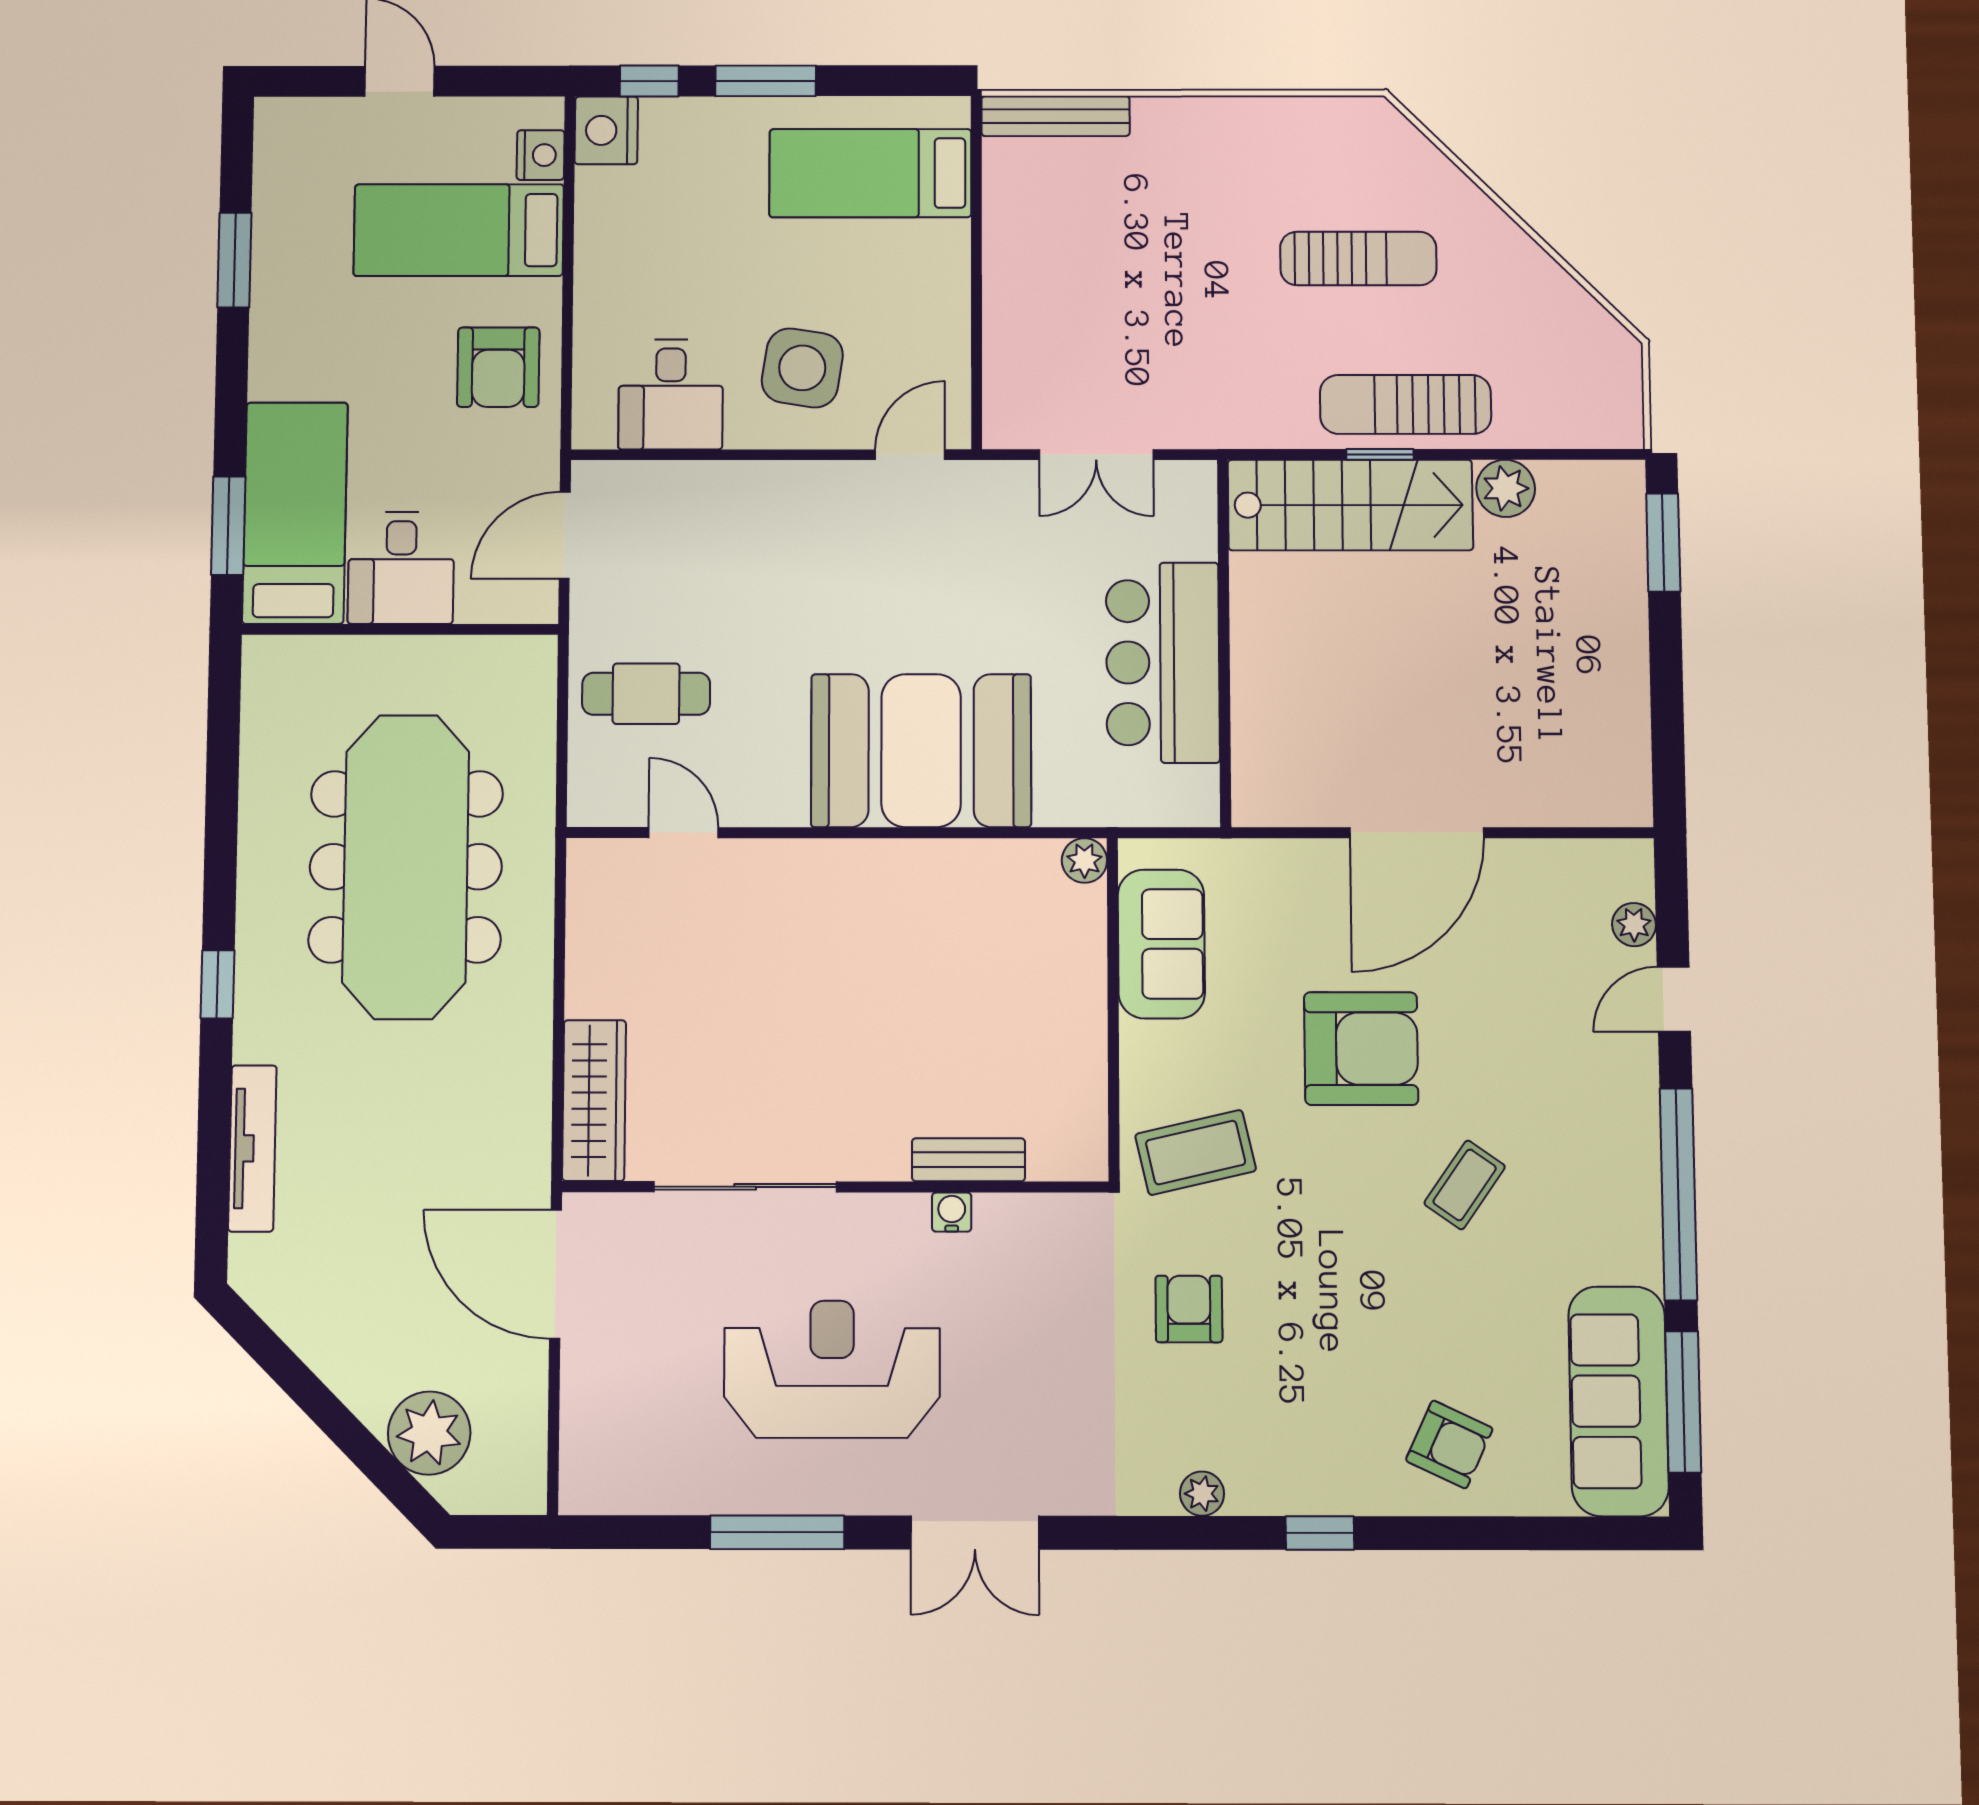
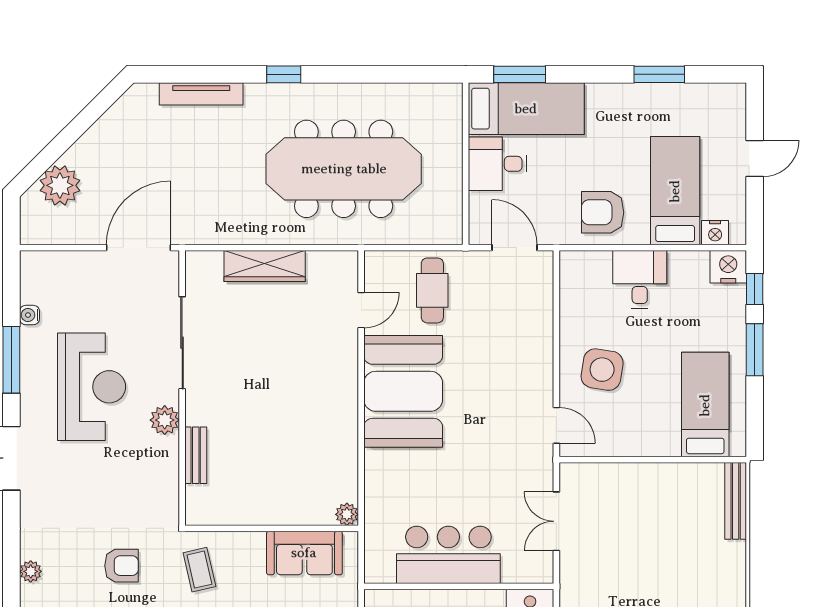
desk: (671, 394) -> (640, 279), moved, turned 90
booth: (921, 750) -> (403, 391), moved
wardrobe: (594, 1100) -> (265, 266), moved
coffee table: (1196, 1153) -> (199, 570), width x0.73, depth x0.77
water cooler: (952, 1212) -> (30, 315), moved, turned 180
plant: (899, 1222) -> (165, 420), added

